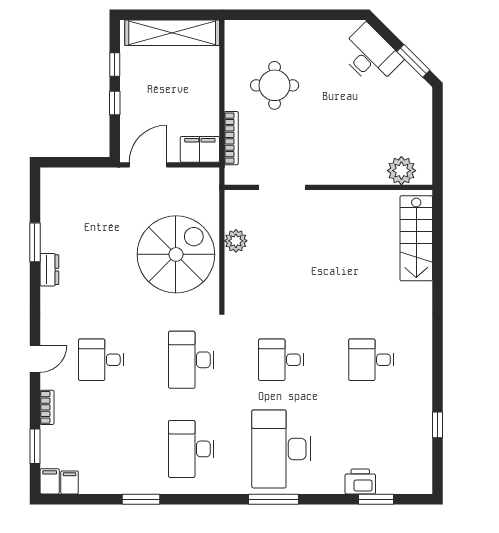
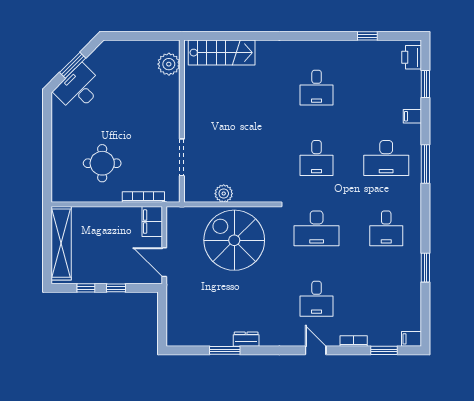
window: (413, 61) -> (73, 65), moved
desk: (191, 449) -> (386, 228), width x0.73
desk: (281, 449) -> (386, 158), width x0.73, depth x0.77
printer: (360, 481) -> (412, 57), moved
filing cabinet: (70, 482) -> (412, 116), moved

